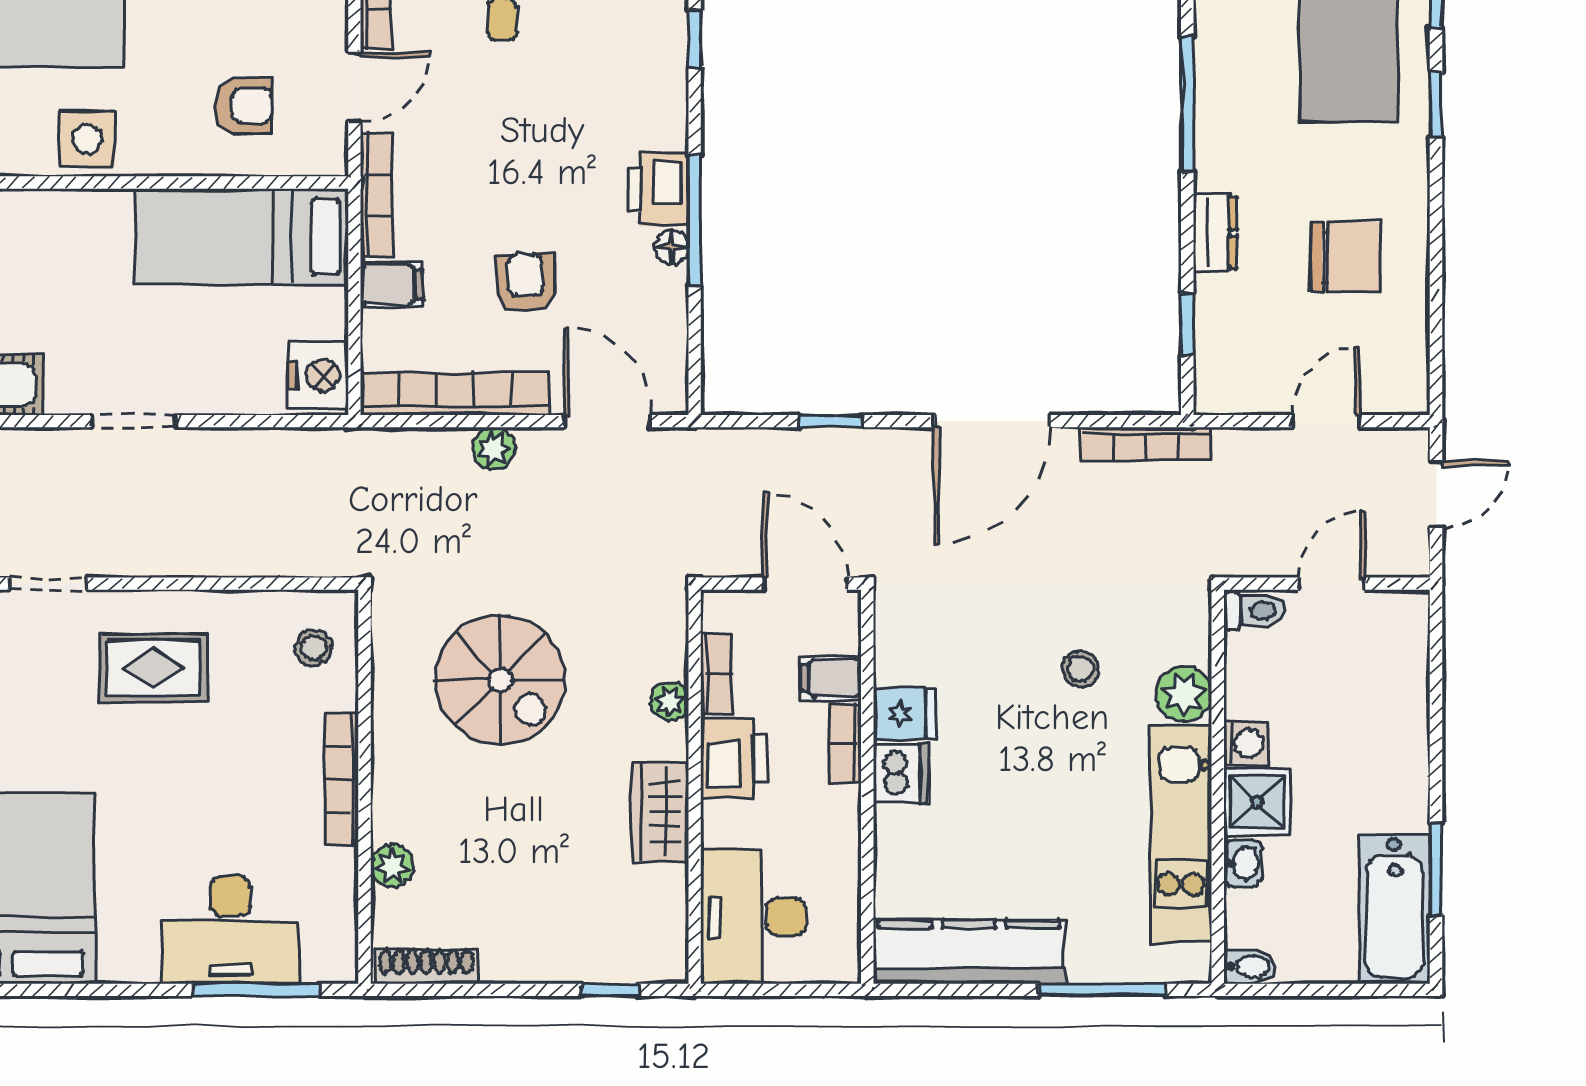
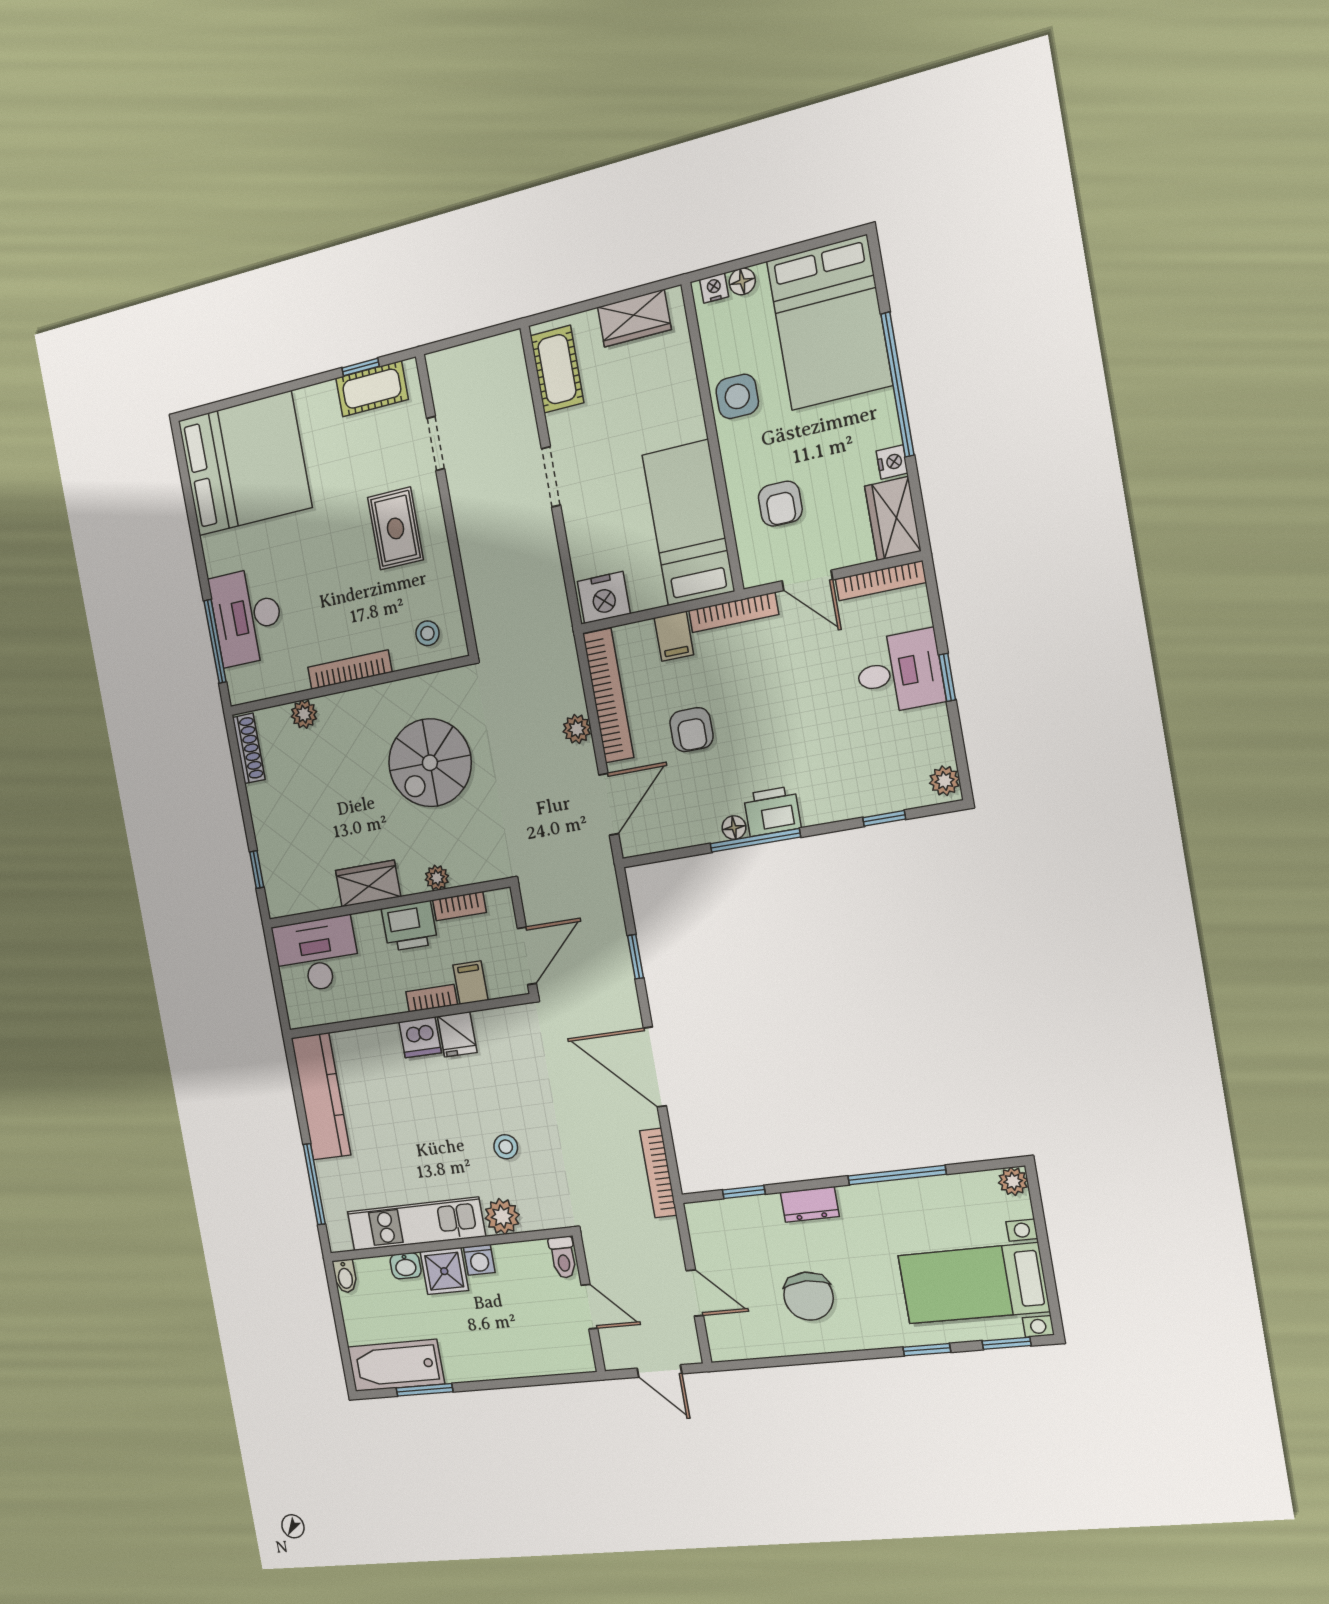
armchair: (525, 283) -> (691, 730), turned 91

